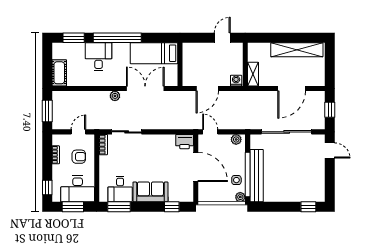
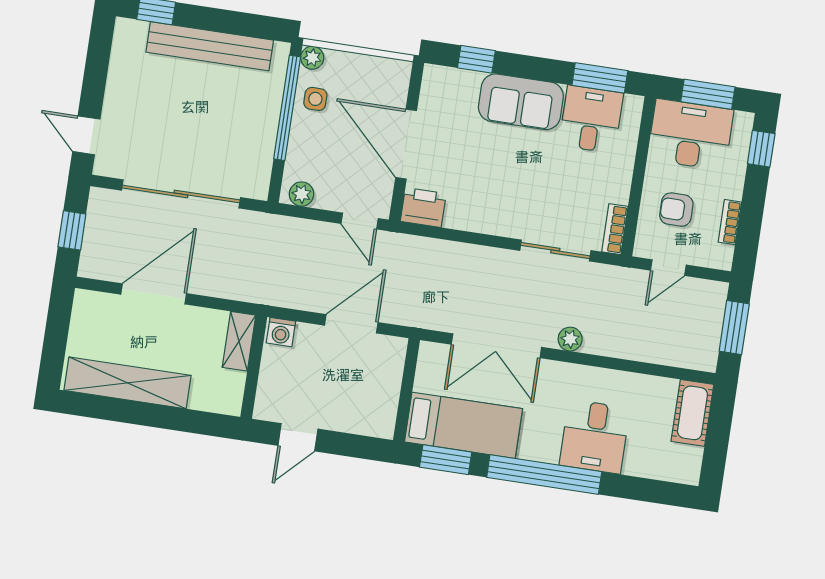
window: (74, 38) -> (446, 460), moved
bench: (257, 176) -> (210, 46), moved, turned 90

